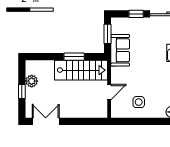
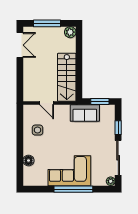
window: (74, 57) -> (79, 71), removed
plant: (32, 81) -> (70, 32), moved
window: (22, 92) -> (47, 23), width x2.17

